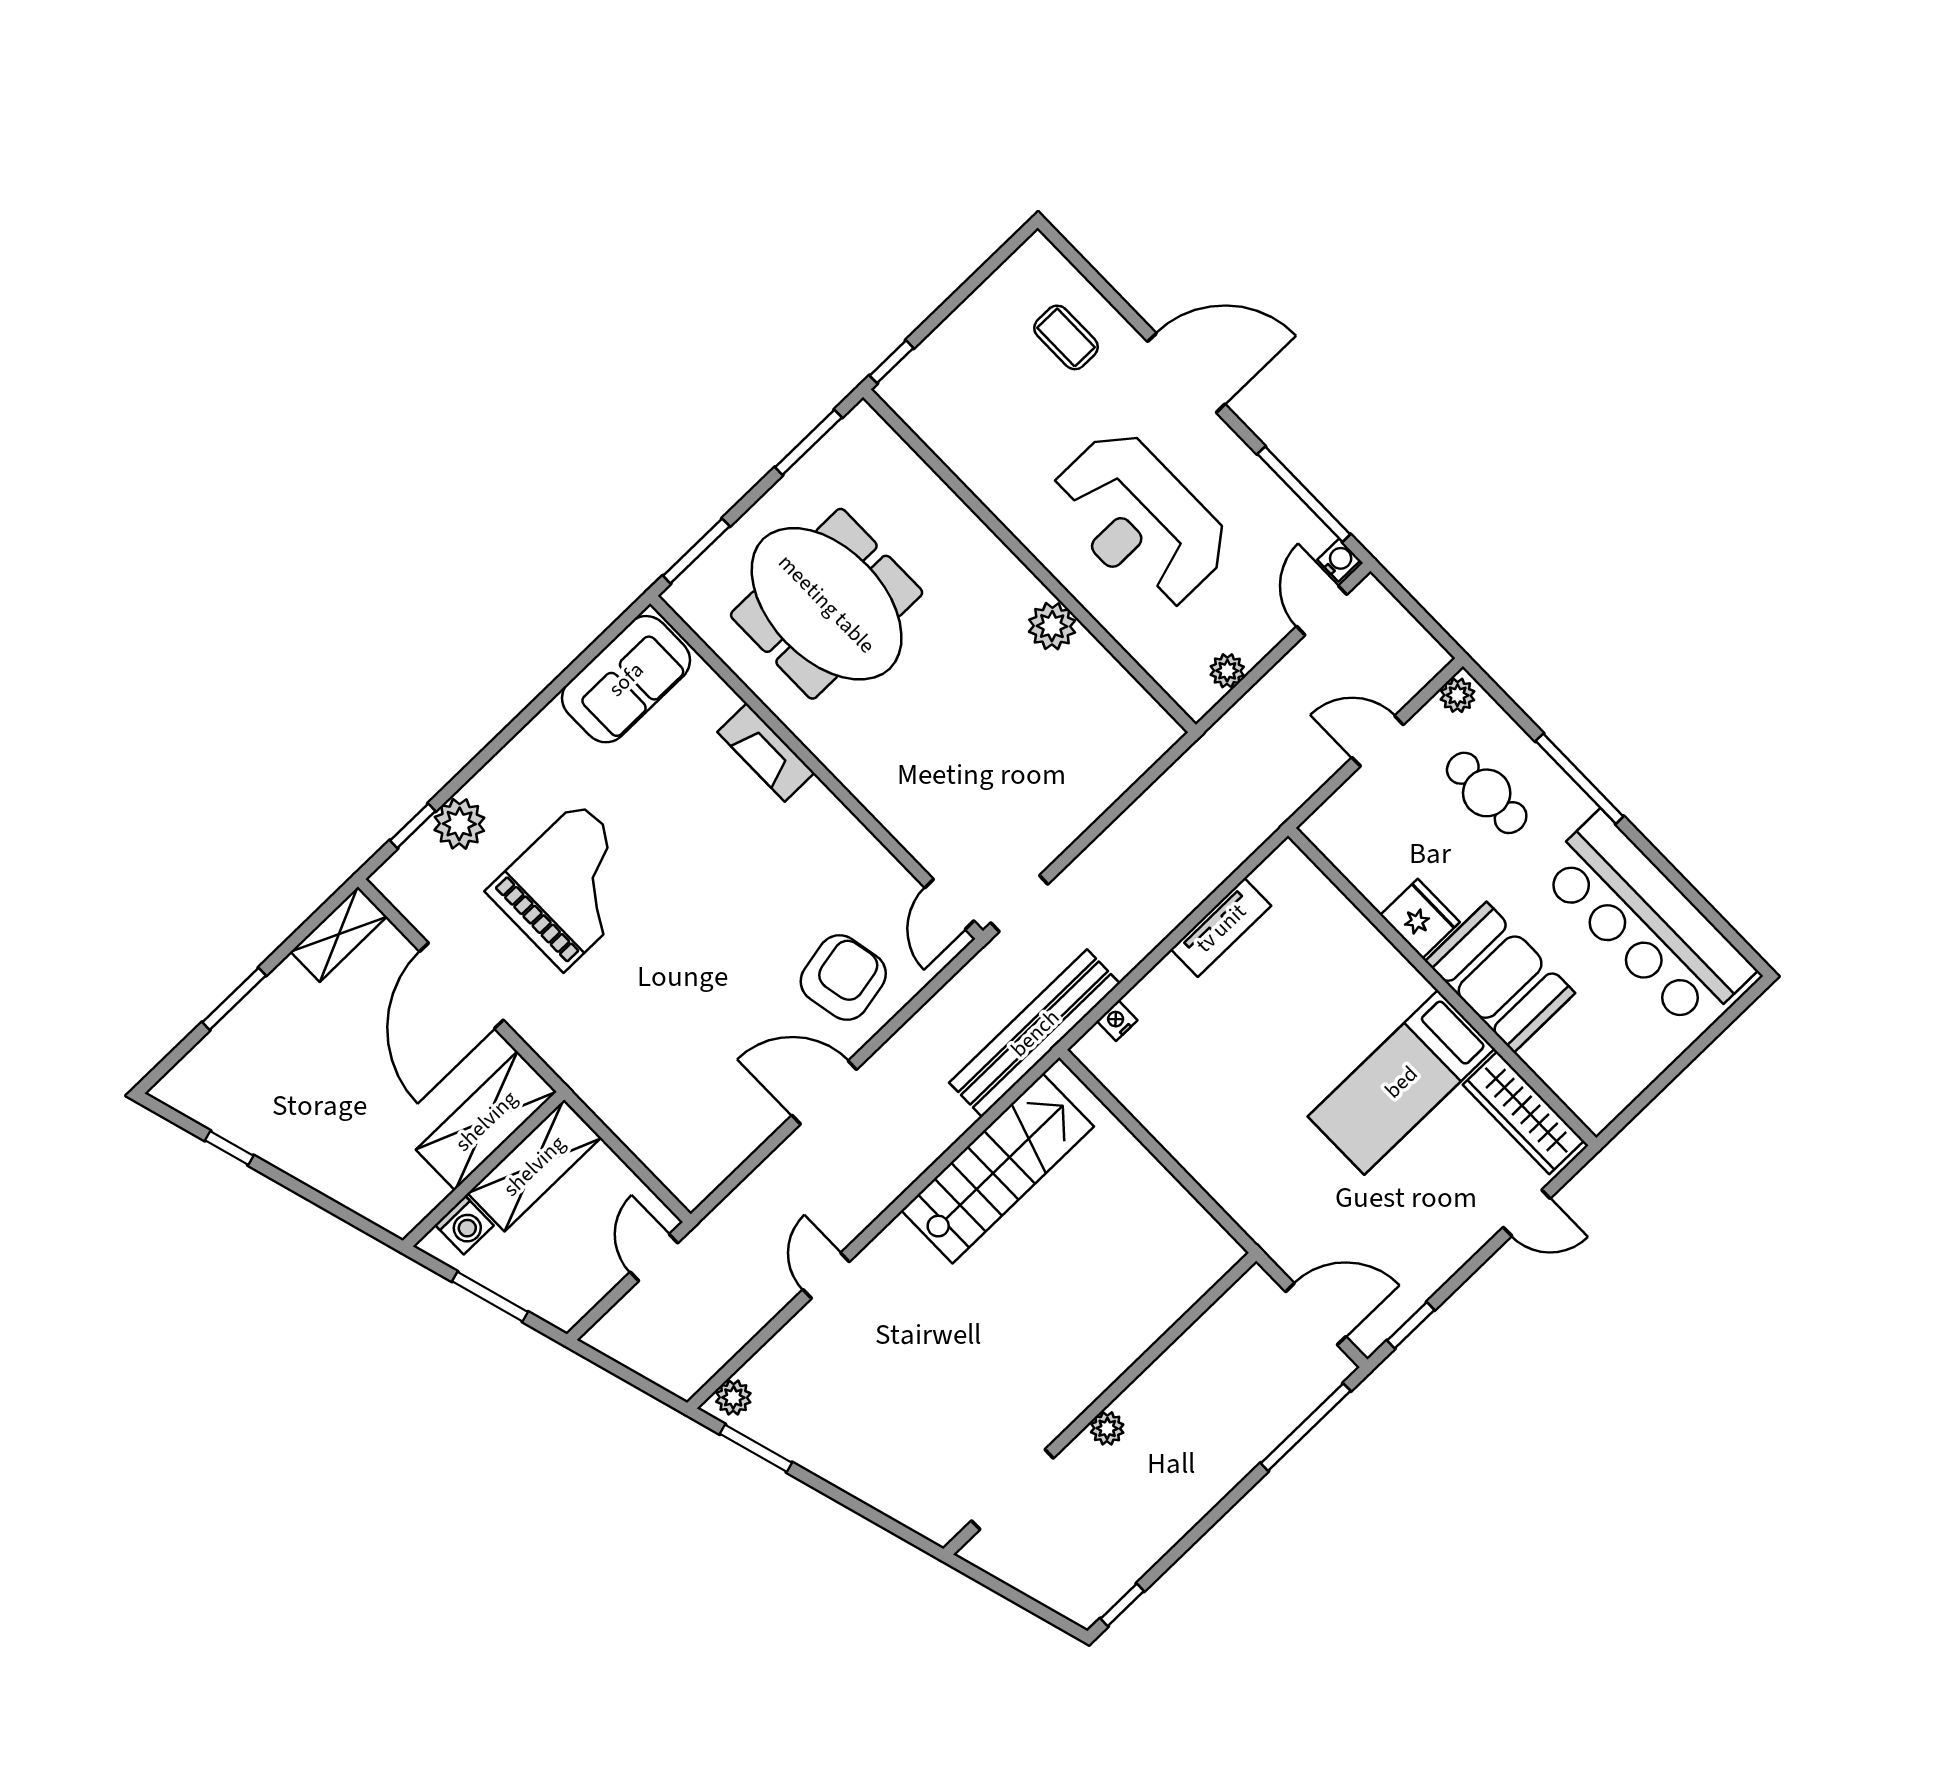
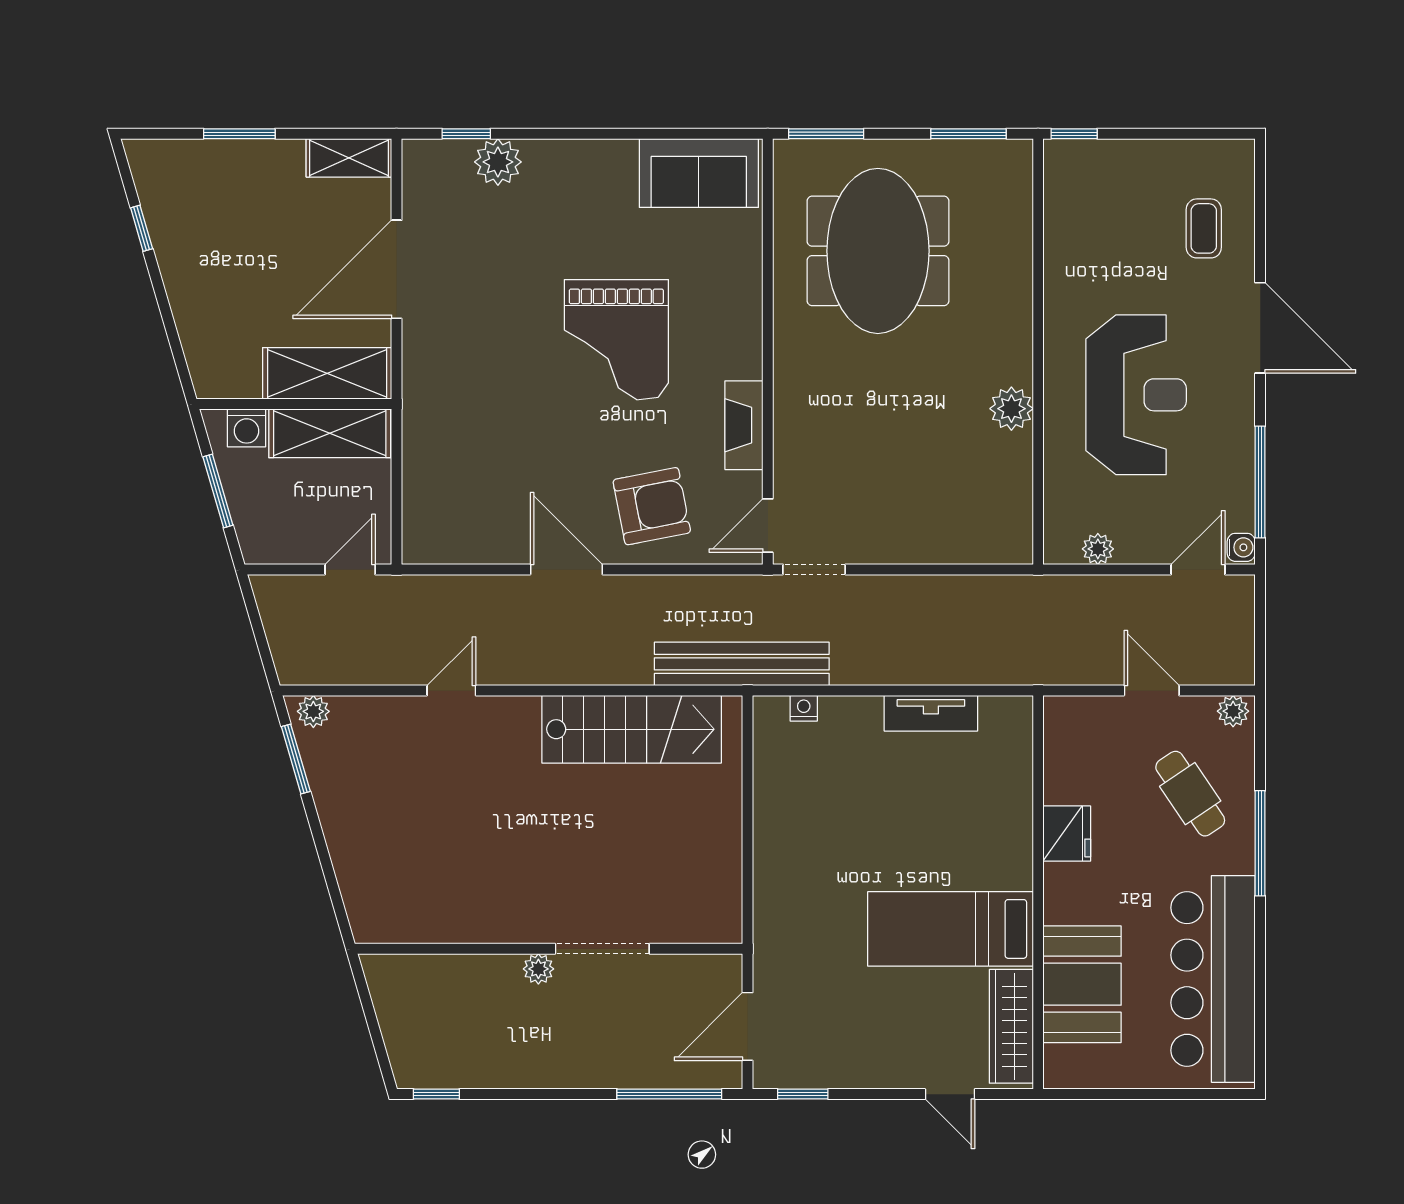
reception desk: (1140, 520) -> (1136, 395), turned 180
fireplace: (766, 752) -> (744, 425), moved
cafe table: (1487, 793) -> (1190, 794), turned -34
grand piano: (571, 886) -> (616, 340), moved, turned 90
booth: (1500, 977) -> (1082, 984), moved
door: (1316, 1314) -> (748, 1026), swing flipped
doorway: (1012, 1489) -> (602, 949), moved

